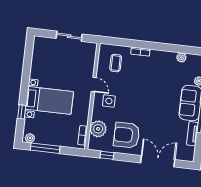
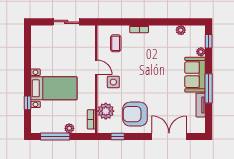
plant: (30, 138) -> (69, 128), moved

